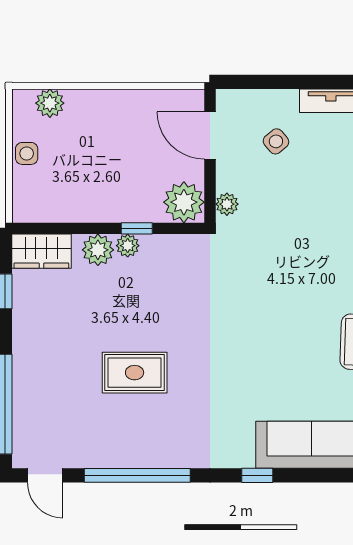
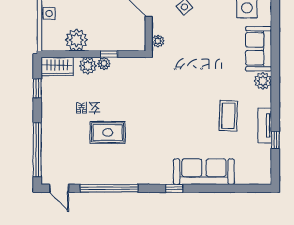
plant: (184, 202) -> (76, 40), moved

